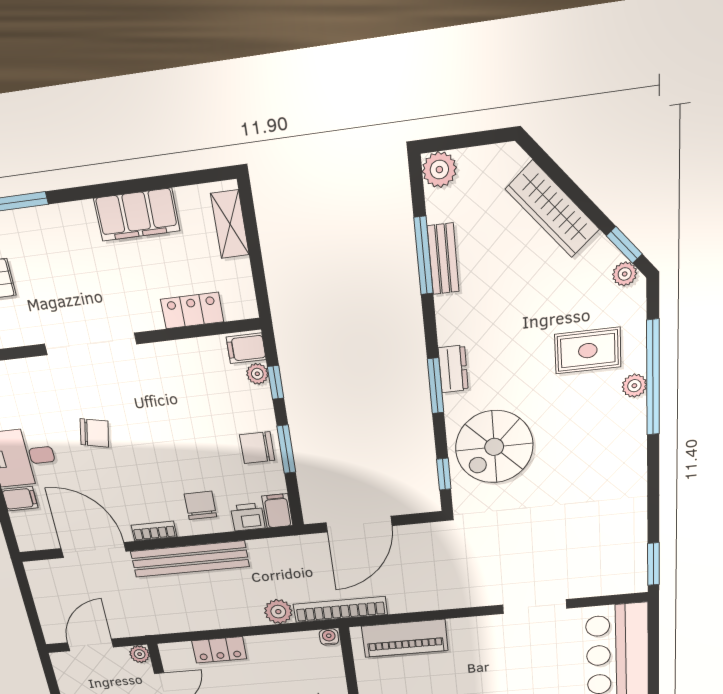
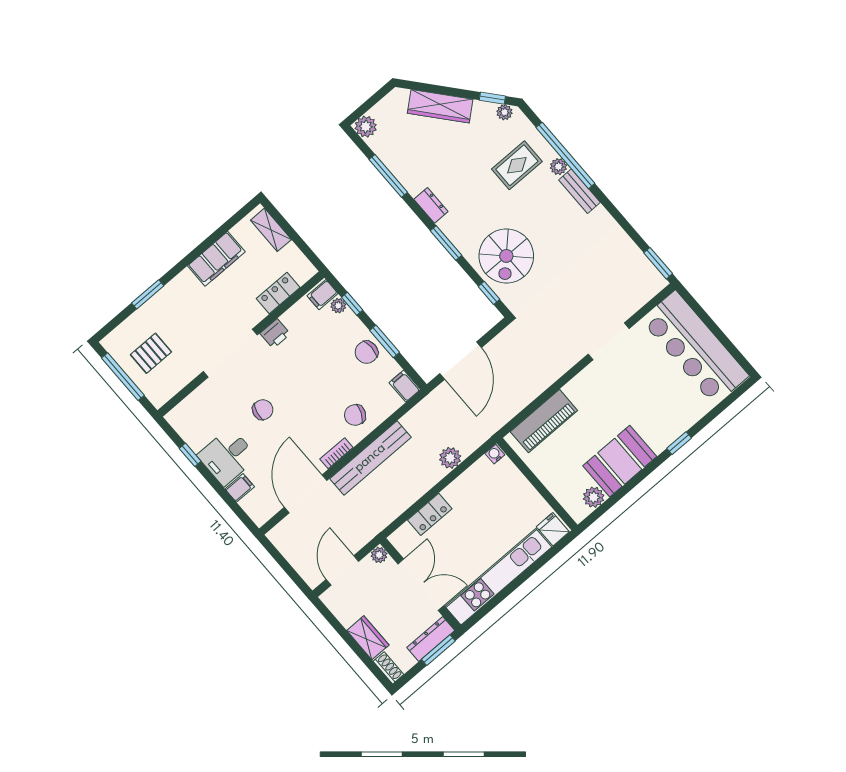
bench: (443, 259) -> (580, 191), moved
dresser: (453, 369) -> (431, 205), moved
chair: (200, 505) -> (355, 415), turned -66
printer: (248, 517) -> (275, 334), moved, turned 180
door: (94, 550) -> (306, 494), hinge flipped
bookcase: (340, 609) -> (489, 429), removed

